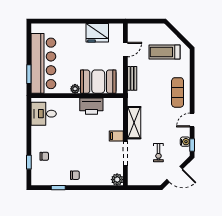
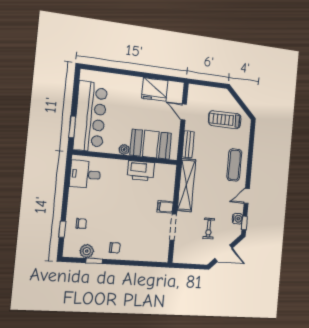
door: (125, 50) -> (184, 112), swing flipped
shelving: (134, 123) -> (186, 185), width x1.47
plant: (117, 180) -> (87, 251), moved

